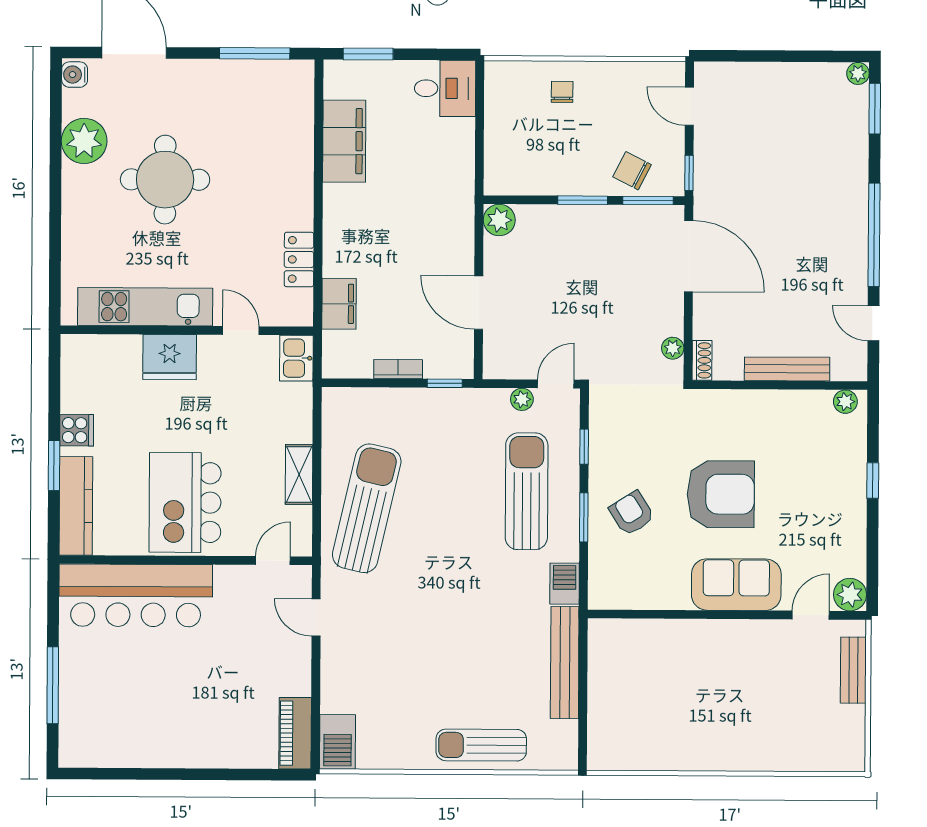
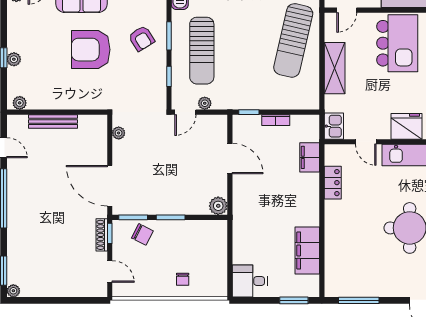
shoe rack: (702, 360) -> (102, 235), moved, width x1.43
shelving: (299, 475) -> (335, 68), width x1.50, depth x1.33
plant: (855, 478) -> (14, 59), added

